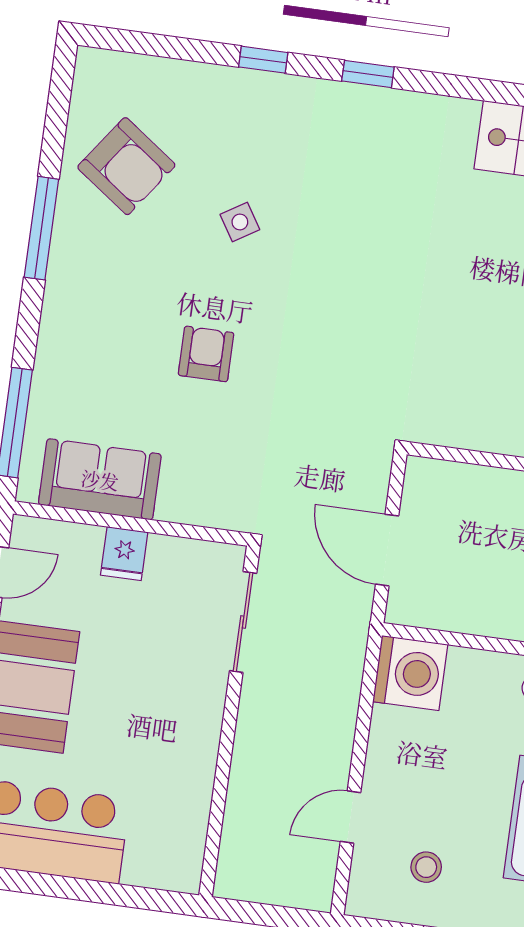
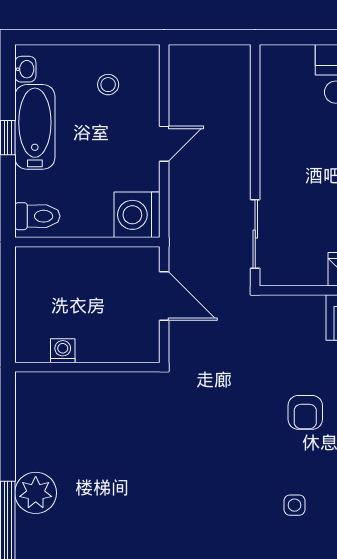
side table: (240, 222) -> (295, 505), turned 32
door: (350, 817) -> (164, 144), moved

